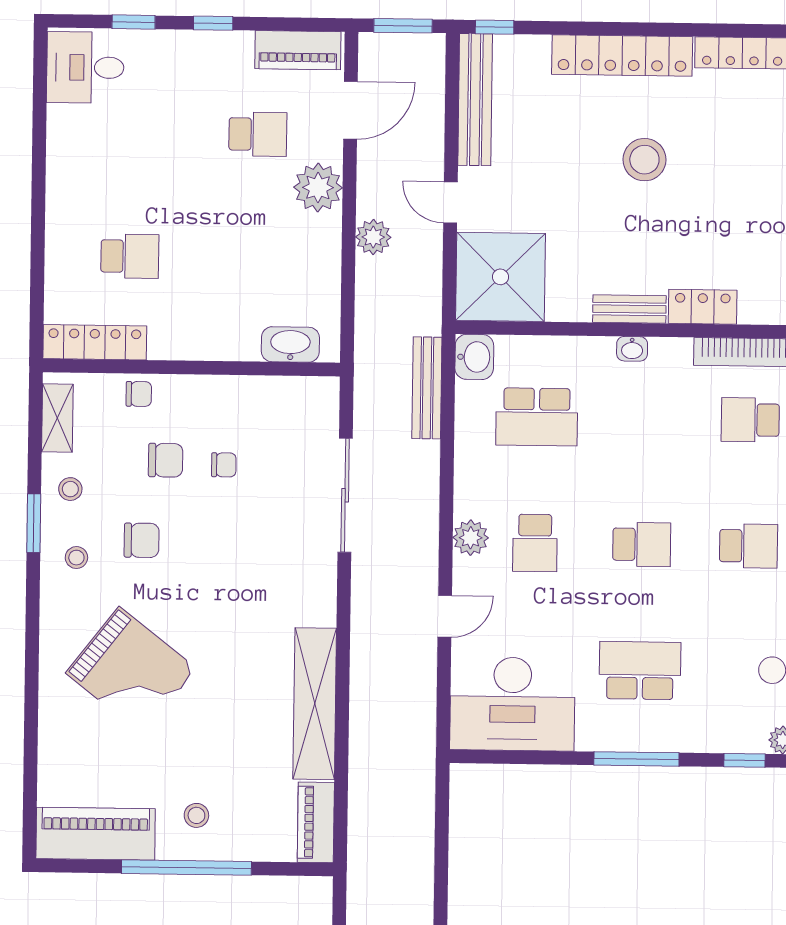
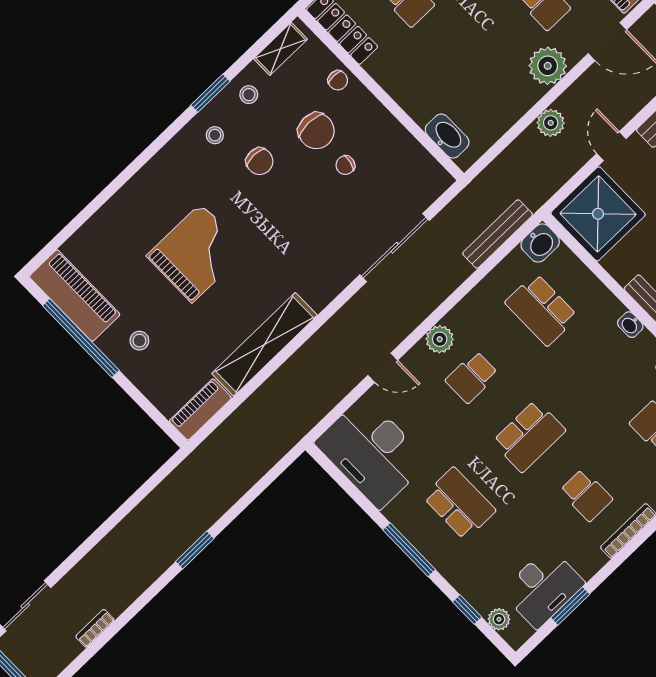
chair: (166, 460) -> (316, 131), width x1.37, depth x1.37
chair: (224, 465) -> (345, 165), turned 103
school desk: (642, 544) -> (529, 436), width x1.85
grand piano: (131, 671) -> (196, 253), moved, turned -128
window: (186, 868) -> (81, 338), moved

